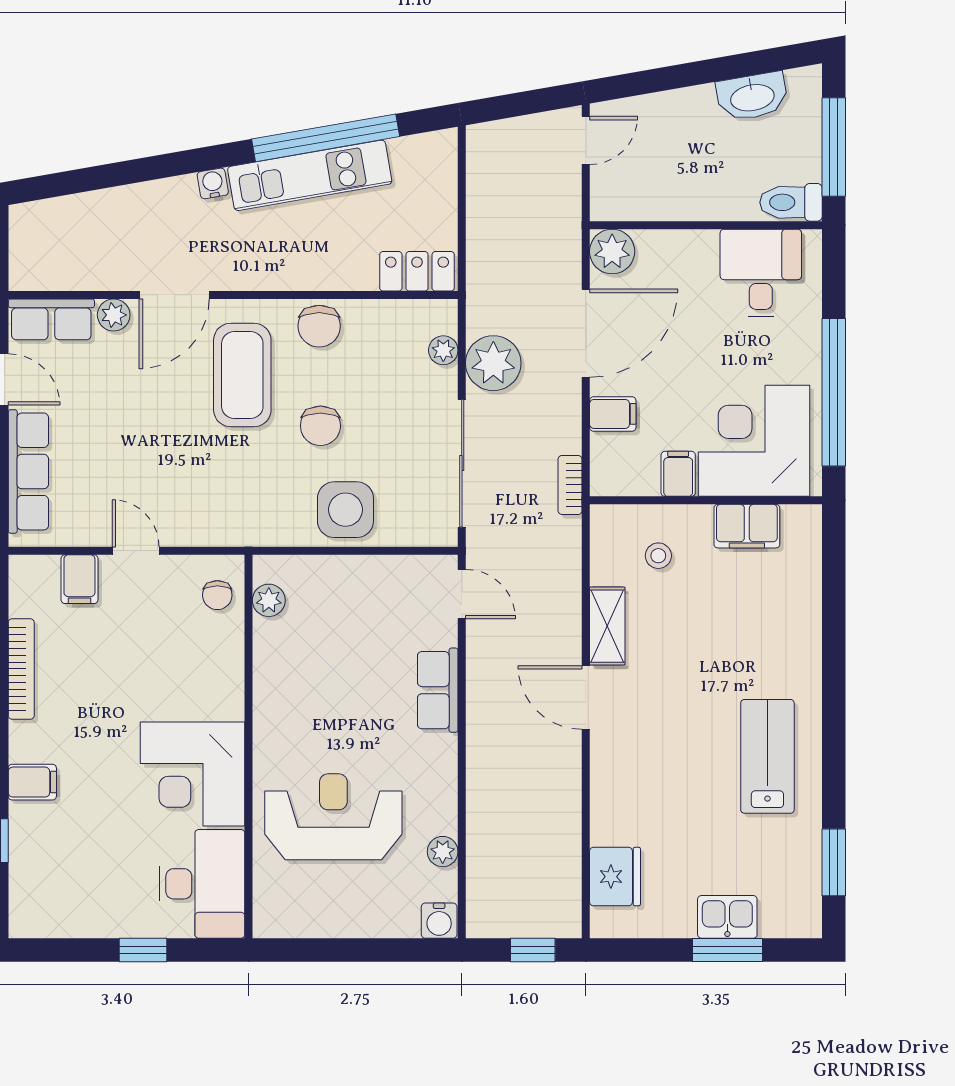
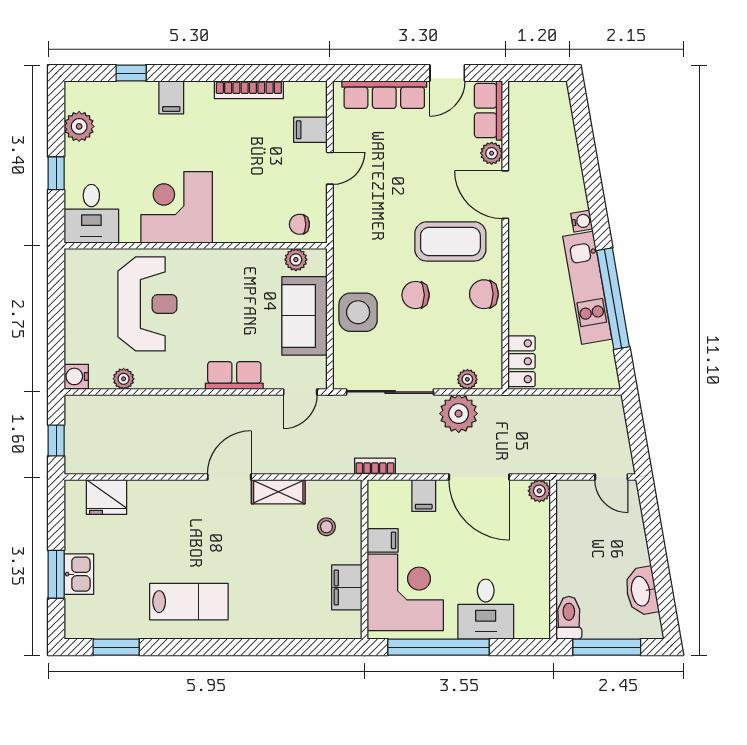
plant: (612, 251) -> (539, 491), width x0.73, depth x0.73
desk: (761, 273) -> (486, 609), moved, turned 90
sofa: (351, 588) -> (305, 316), added
desk: (202, 884) -> (91, 214), width x0.73
plant: (74, 916) -> (79, 126), added

